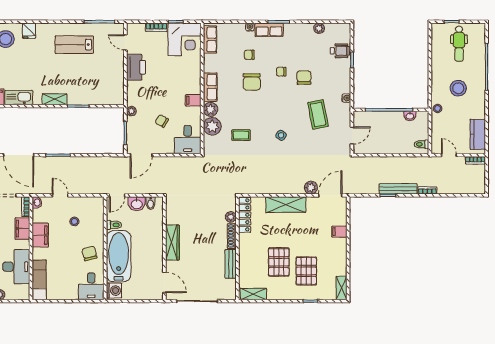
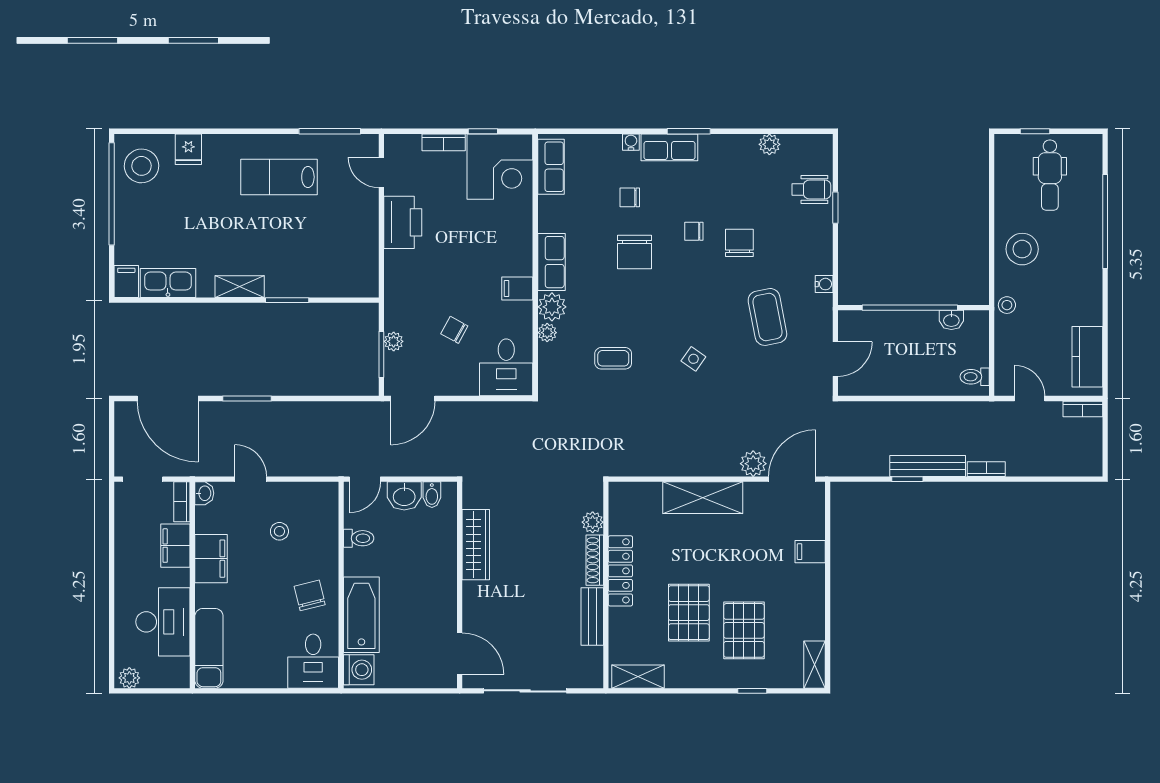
stool: (458, 88) -> (1022, 249), moved
plant: (131, 111) -> (394, 341), moved
plant: (212, 126) -> (547, 333), width x0.53, depth x0.53
locker: (245, 215) -> (620, 571), moved
wardrobe: (172, 243) -> (476, 545), moved
bathtub: (119, 256) -> (361, 615), width x0.73, depth x0.73

